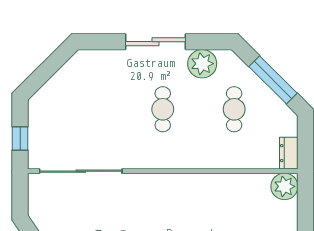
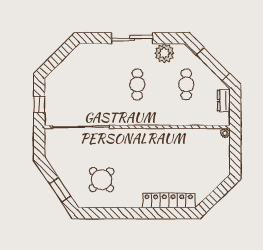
dresser: (289, 153) -> (224, 101), moved
plant: (284, 186) -> (225, 133), width x0.53, depth x0.53

